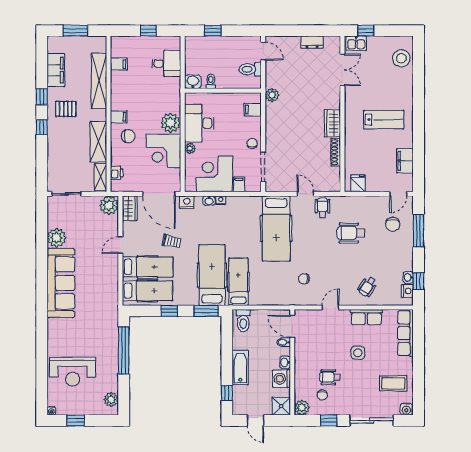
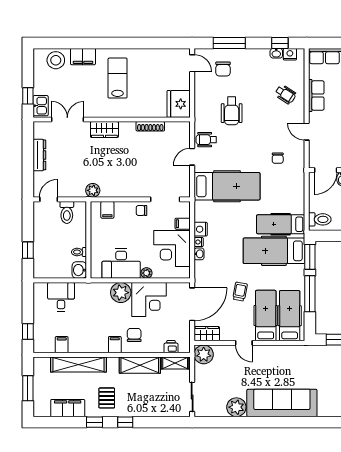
window: (148, 31) -> (28, 331), moved
dresser: (312, 42) -> (39, 155), width x1.44
wardrobe: (332, 123) -> (104, 130), moved
filing cabinet: (405, 161) -> (83, 57), moved
fridge: (358, 183) -> (179, 104), width x1.88, depth x1.34
nightstand: (187, 202) -> (201, 229), moved
chair: (393, 224) -> (223, 69), turned 90
window: (169, 311) -> (310, 294), width x2.17

